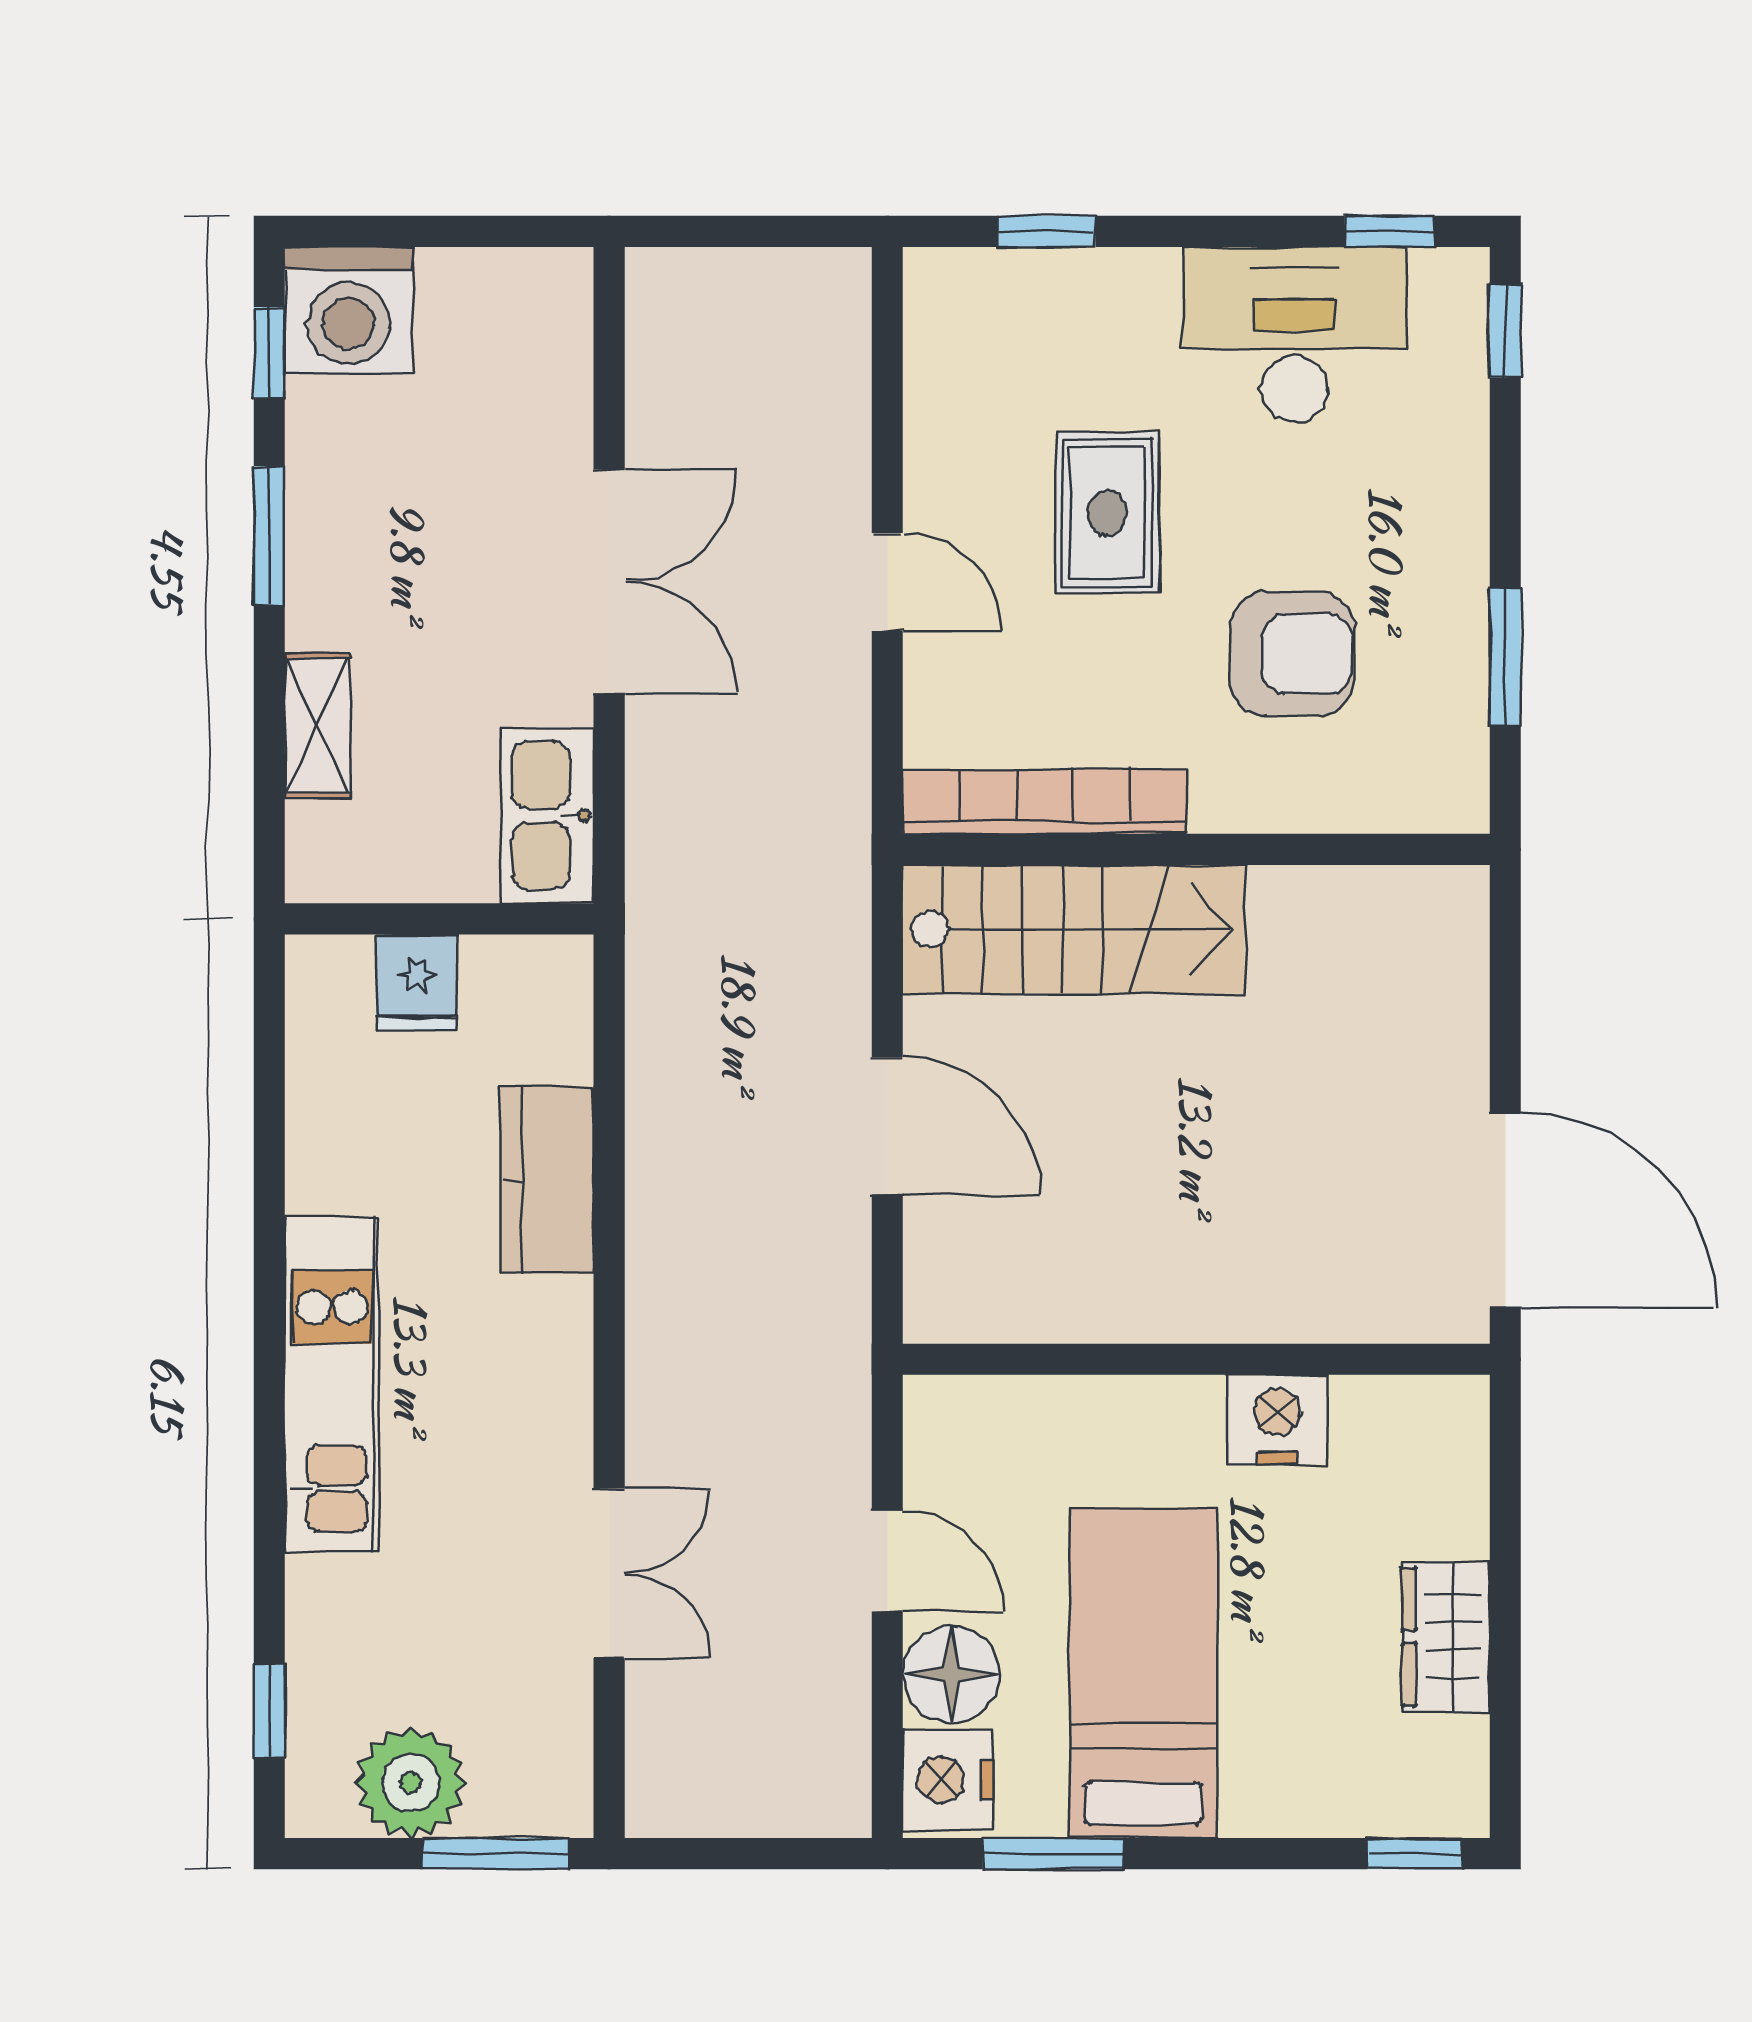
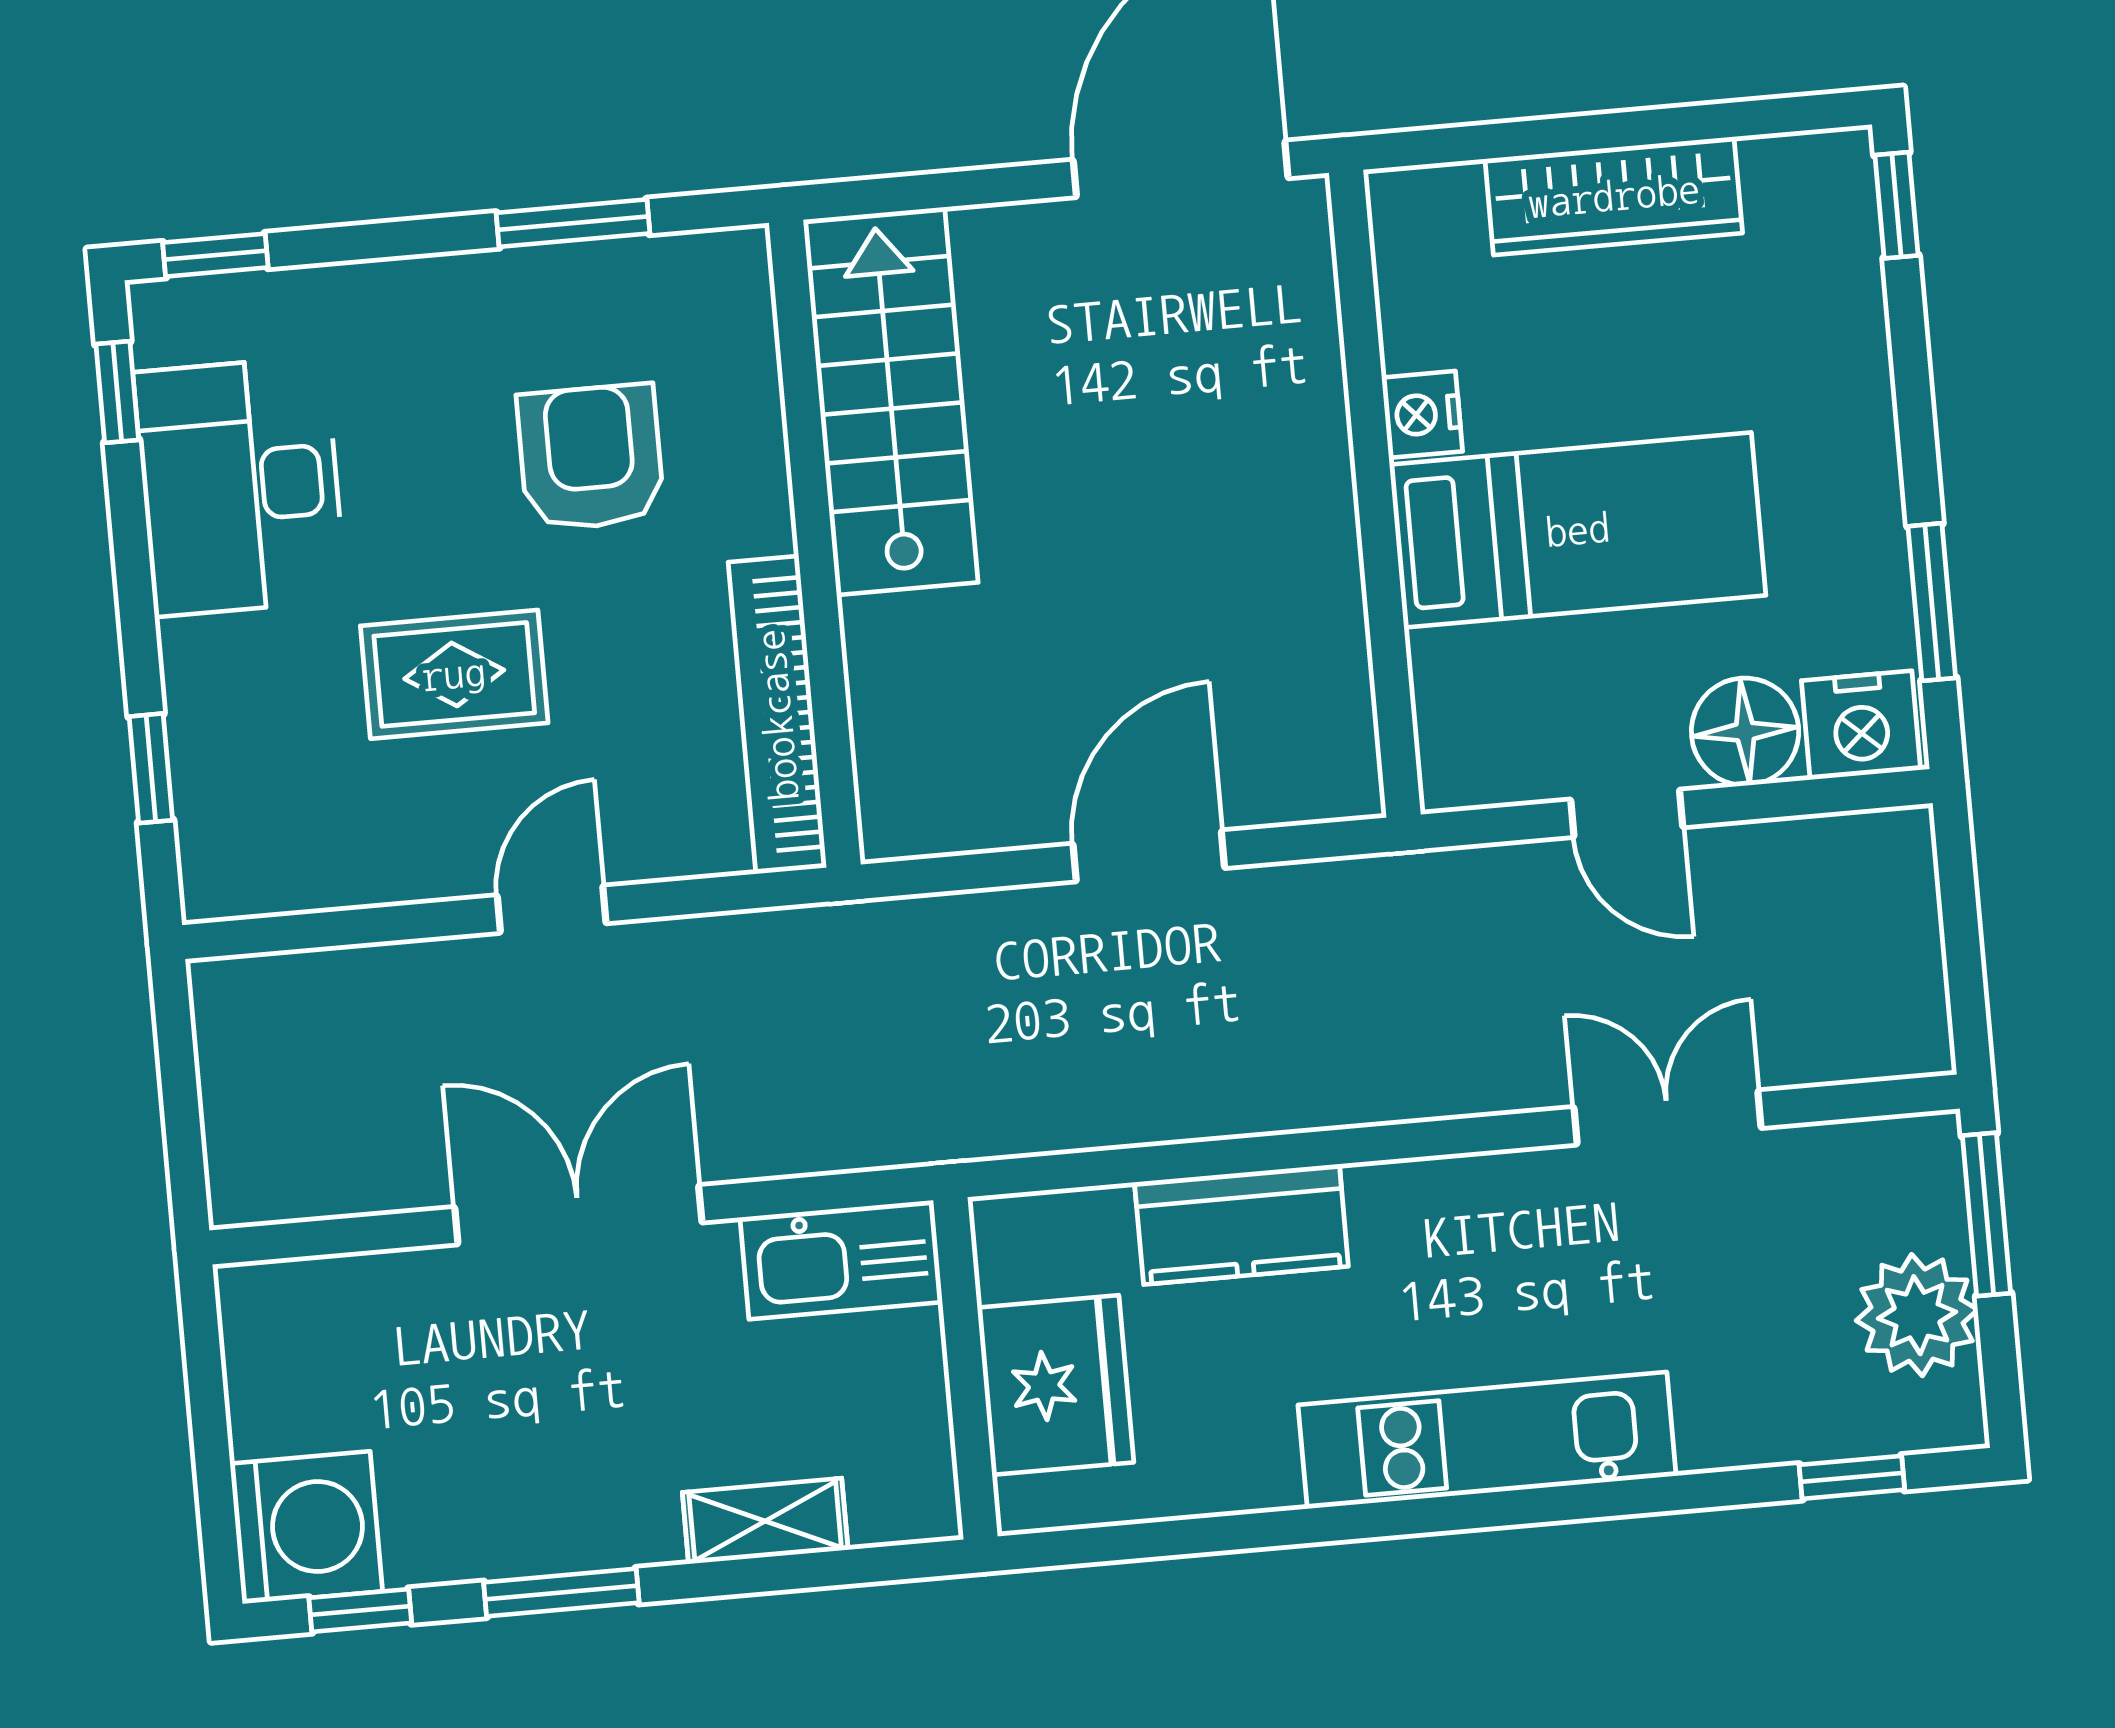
stairs: (1074, 929) -> (891, 401), moved
fridge: (417, 983) -> (1055, 1385), width x1.88, depth x1.34
nightstand: (1277, 1419) -> (1422, 414), width x0.74, depth x0.75
door: (887, 1561) -> (1627, 813), swing flipped
wardrobe: (1446, 1637) -> (1614, 196), width x1.50
bed: (1143, 1673) -> (1578, 530), moved, turned 180

